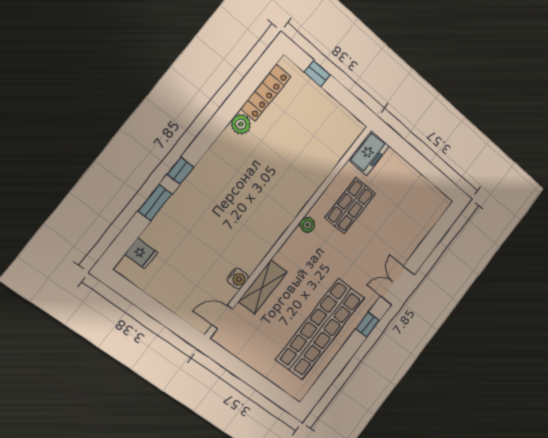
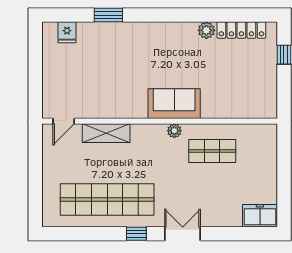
freezer: (369, 153) -> (260, 216), moved, turned 180
window: (180, 171) -> (143, 15), removed
sofa: (284, 206) -> (174, 104), added
water cooler: (238, 278) -> (99, 111), removed
door: (222, 317) -> (64, 121), swing flipped

